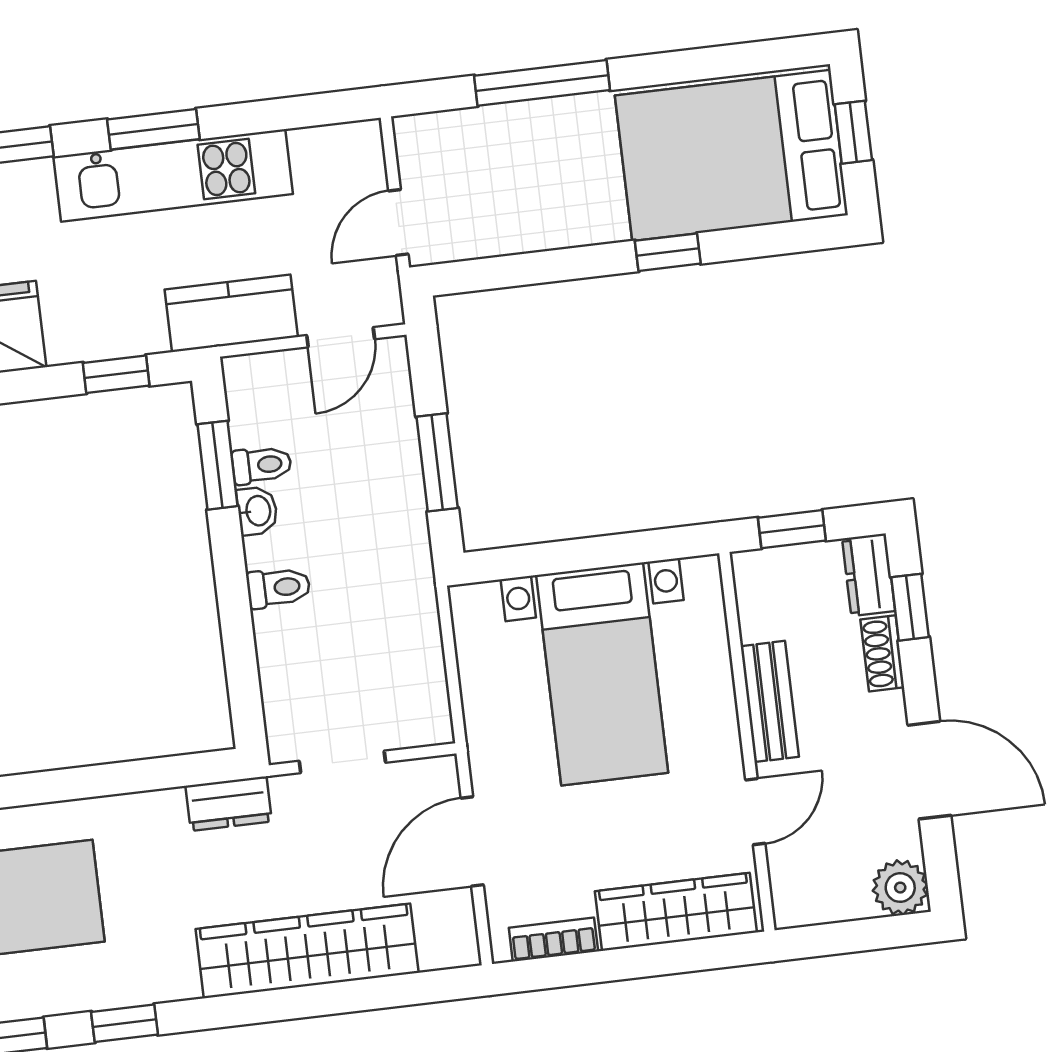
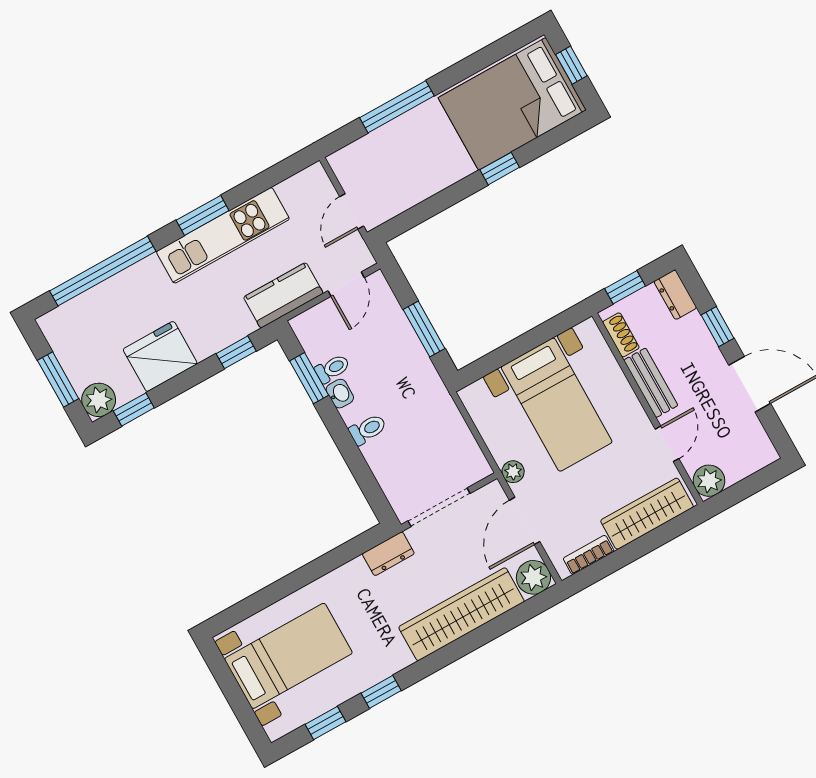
window: (910, 607) -> (717, 327), moved
shoe rack: (882, 653) -> (621, 335), moved, turned 180
plant: (486, 754) -> (513, 472), added
doorway: (342, 762) -> (439, 507), width x1.38
plant: (900, 888) -> (709, 481), moved
plant: (449, 939) -> (533, 577), added

